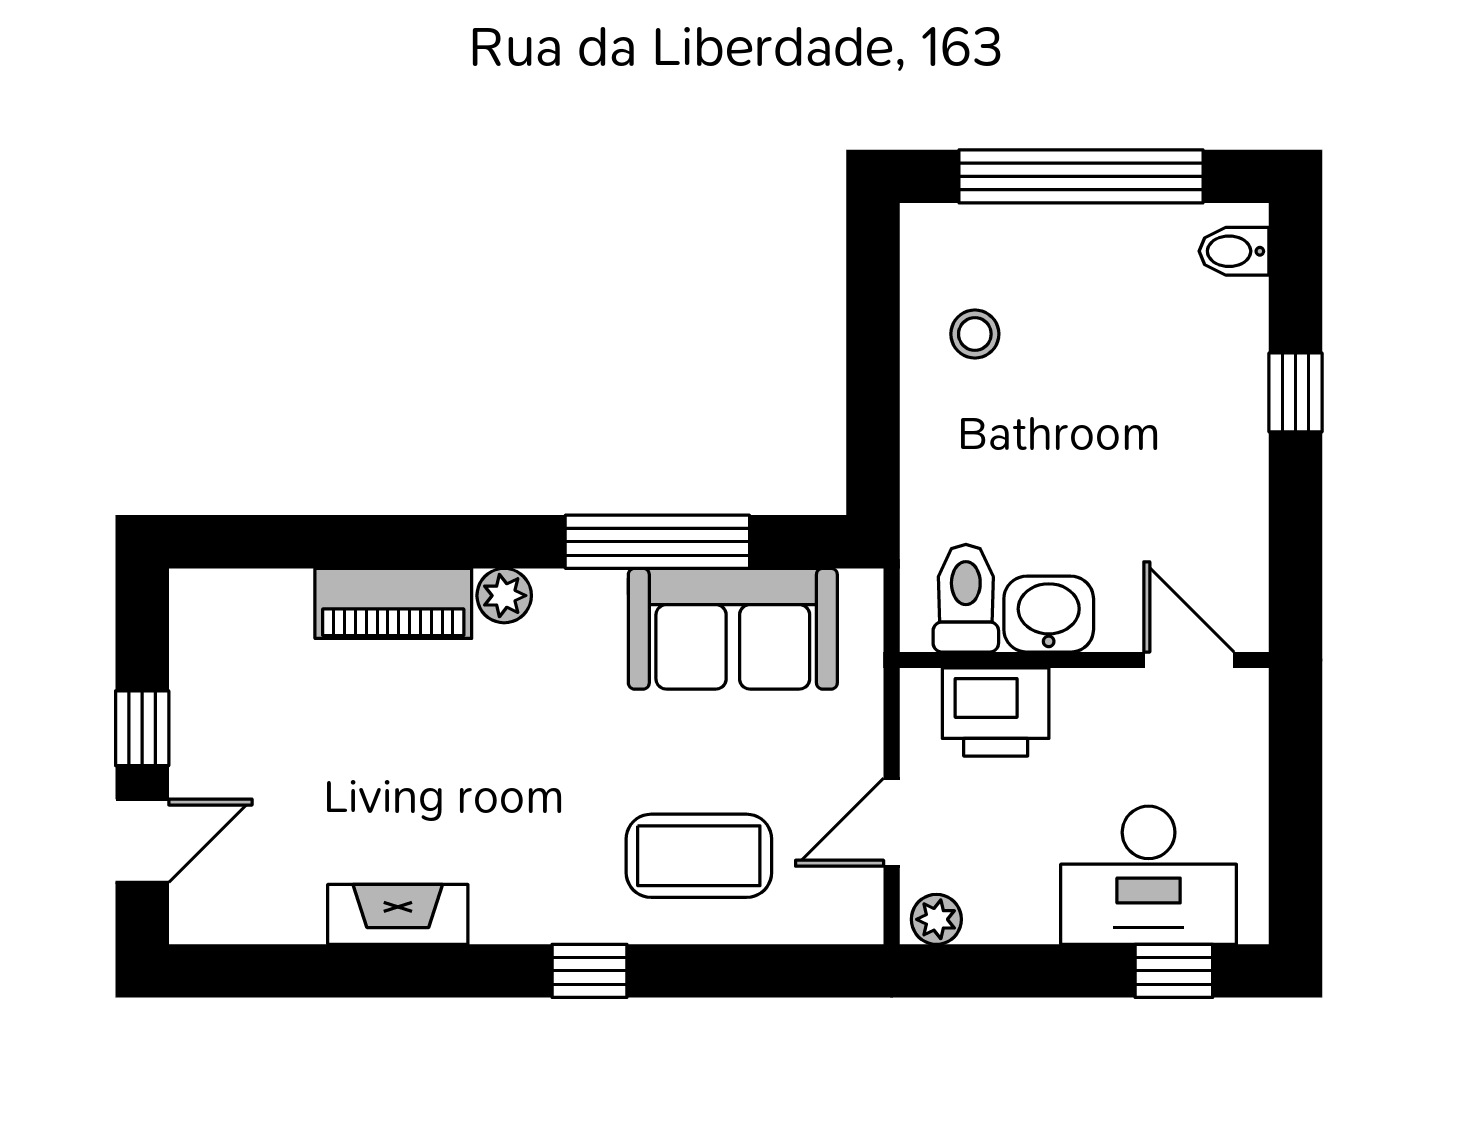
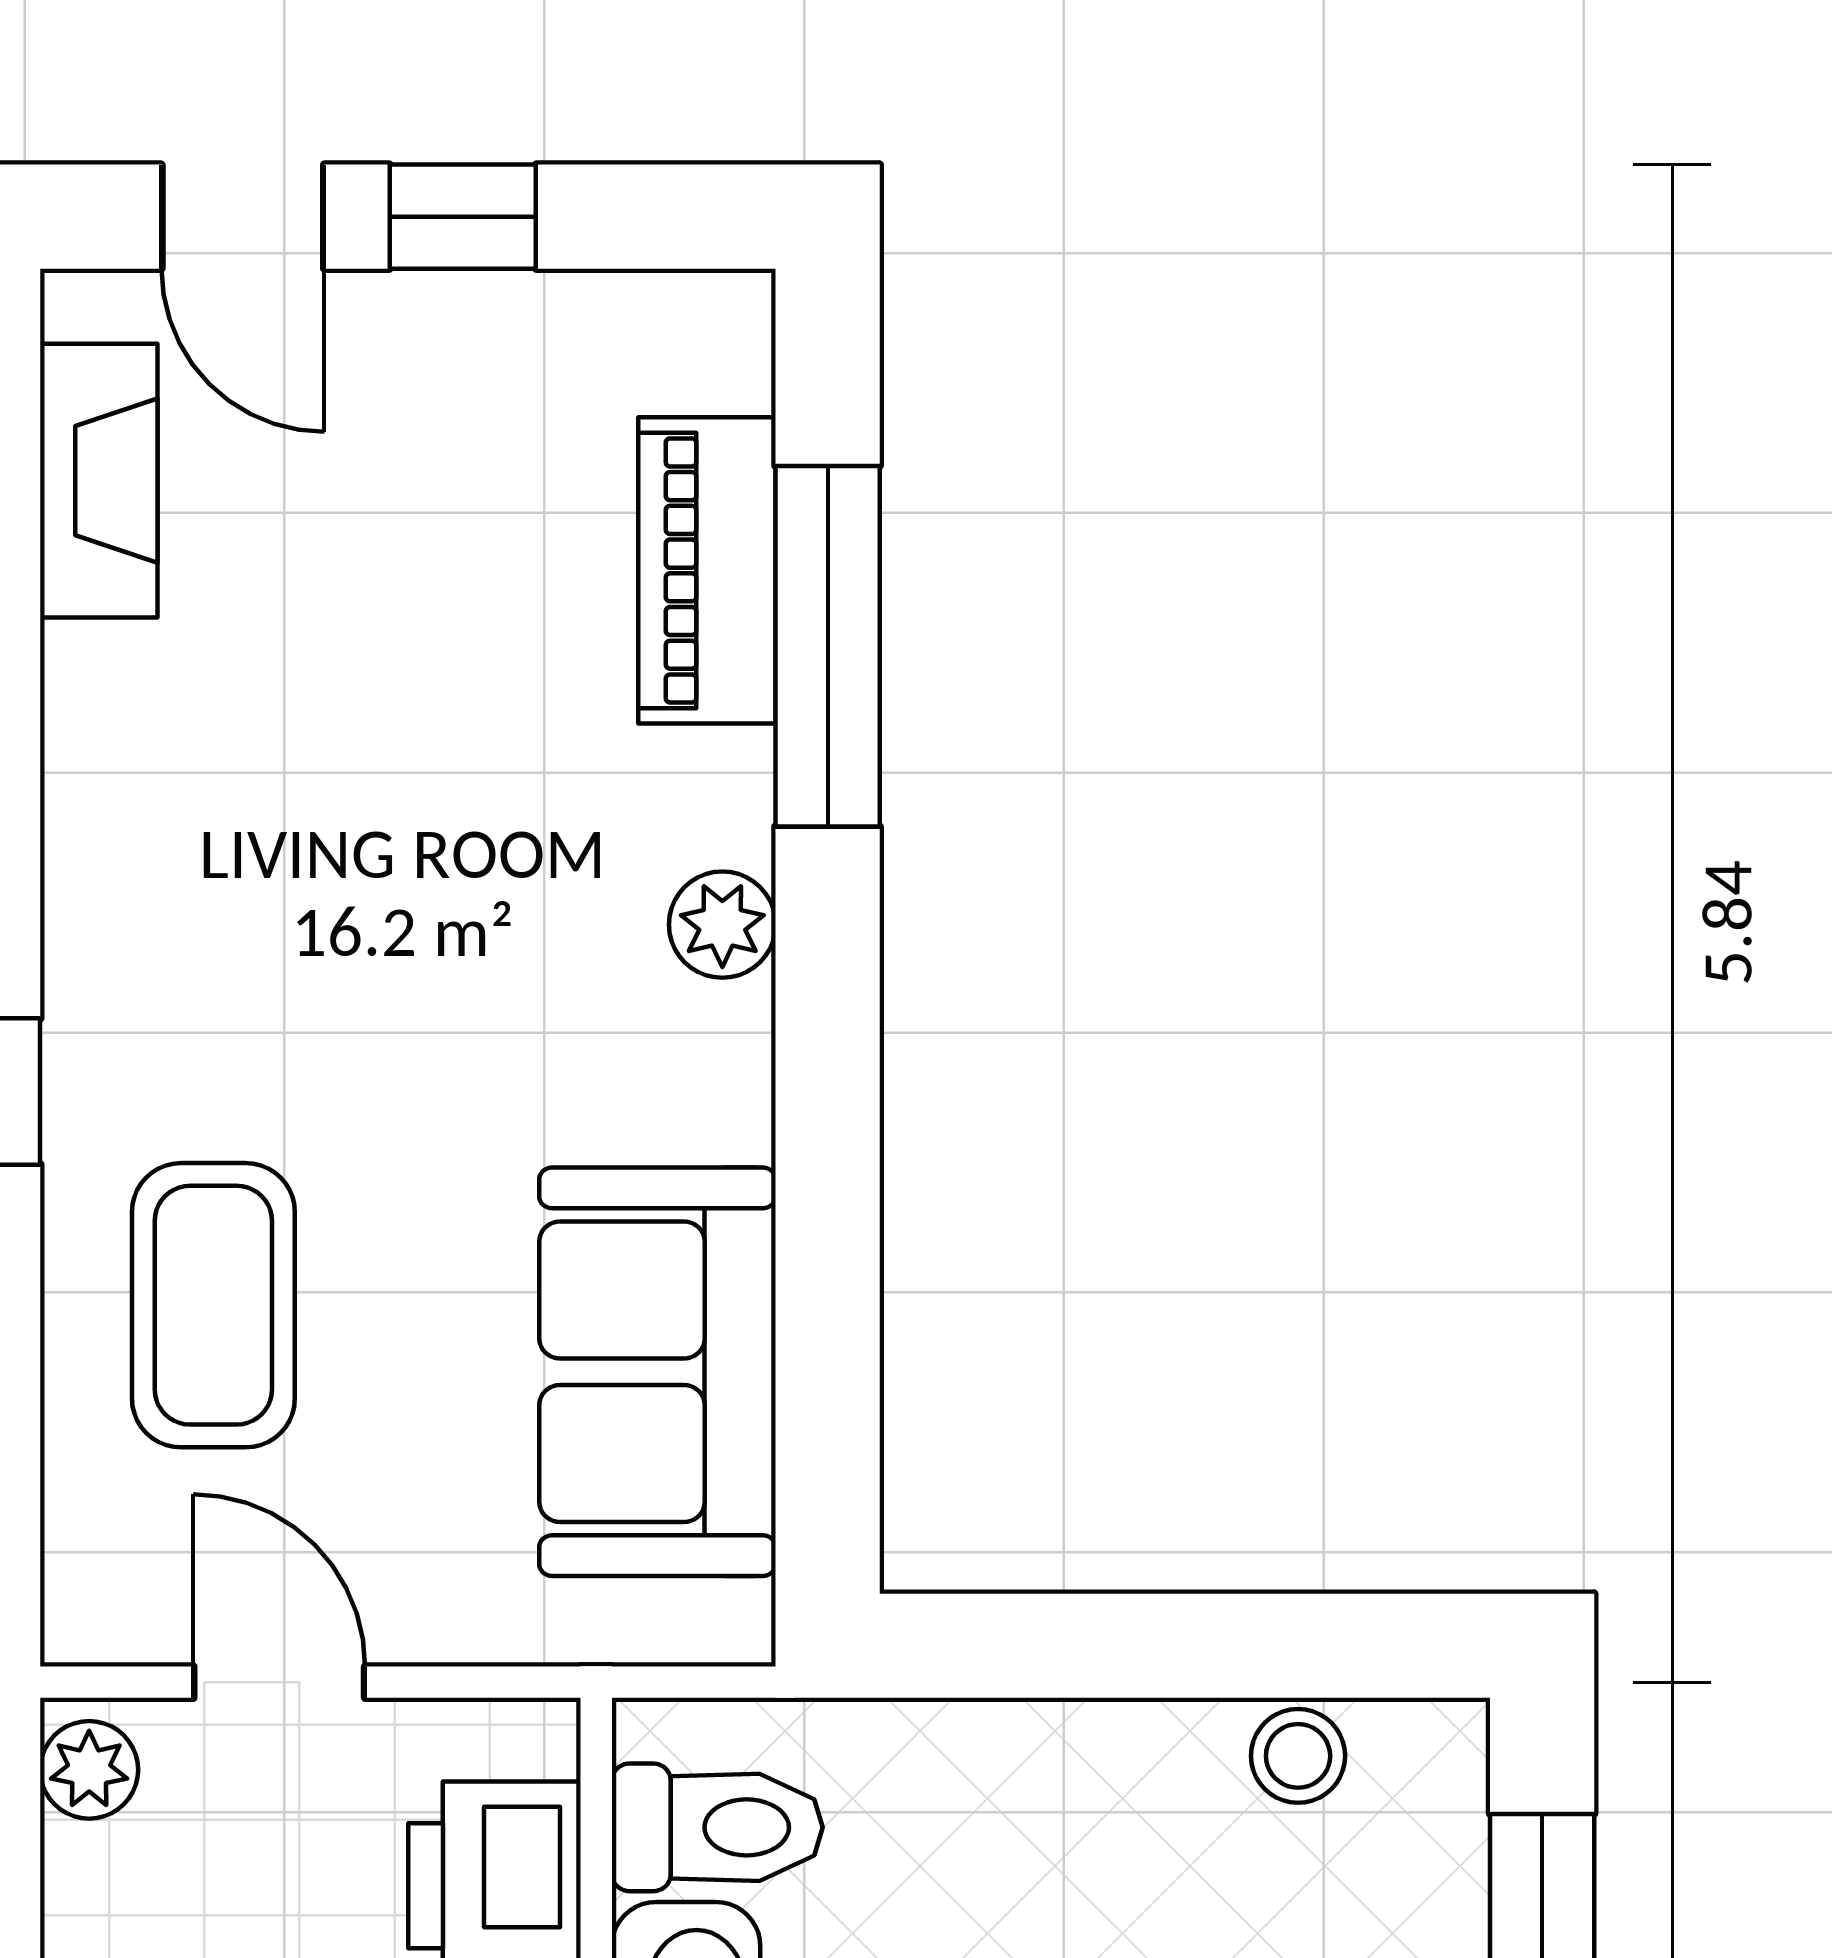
stool: (975, 334) -> (1298, 1756), moved
window: (657, 542) -> (828, 646), moved
piano: (393, 603) -> (707, 570), moved
fireplace: (398, 914) -> (99, 481), moved

